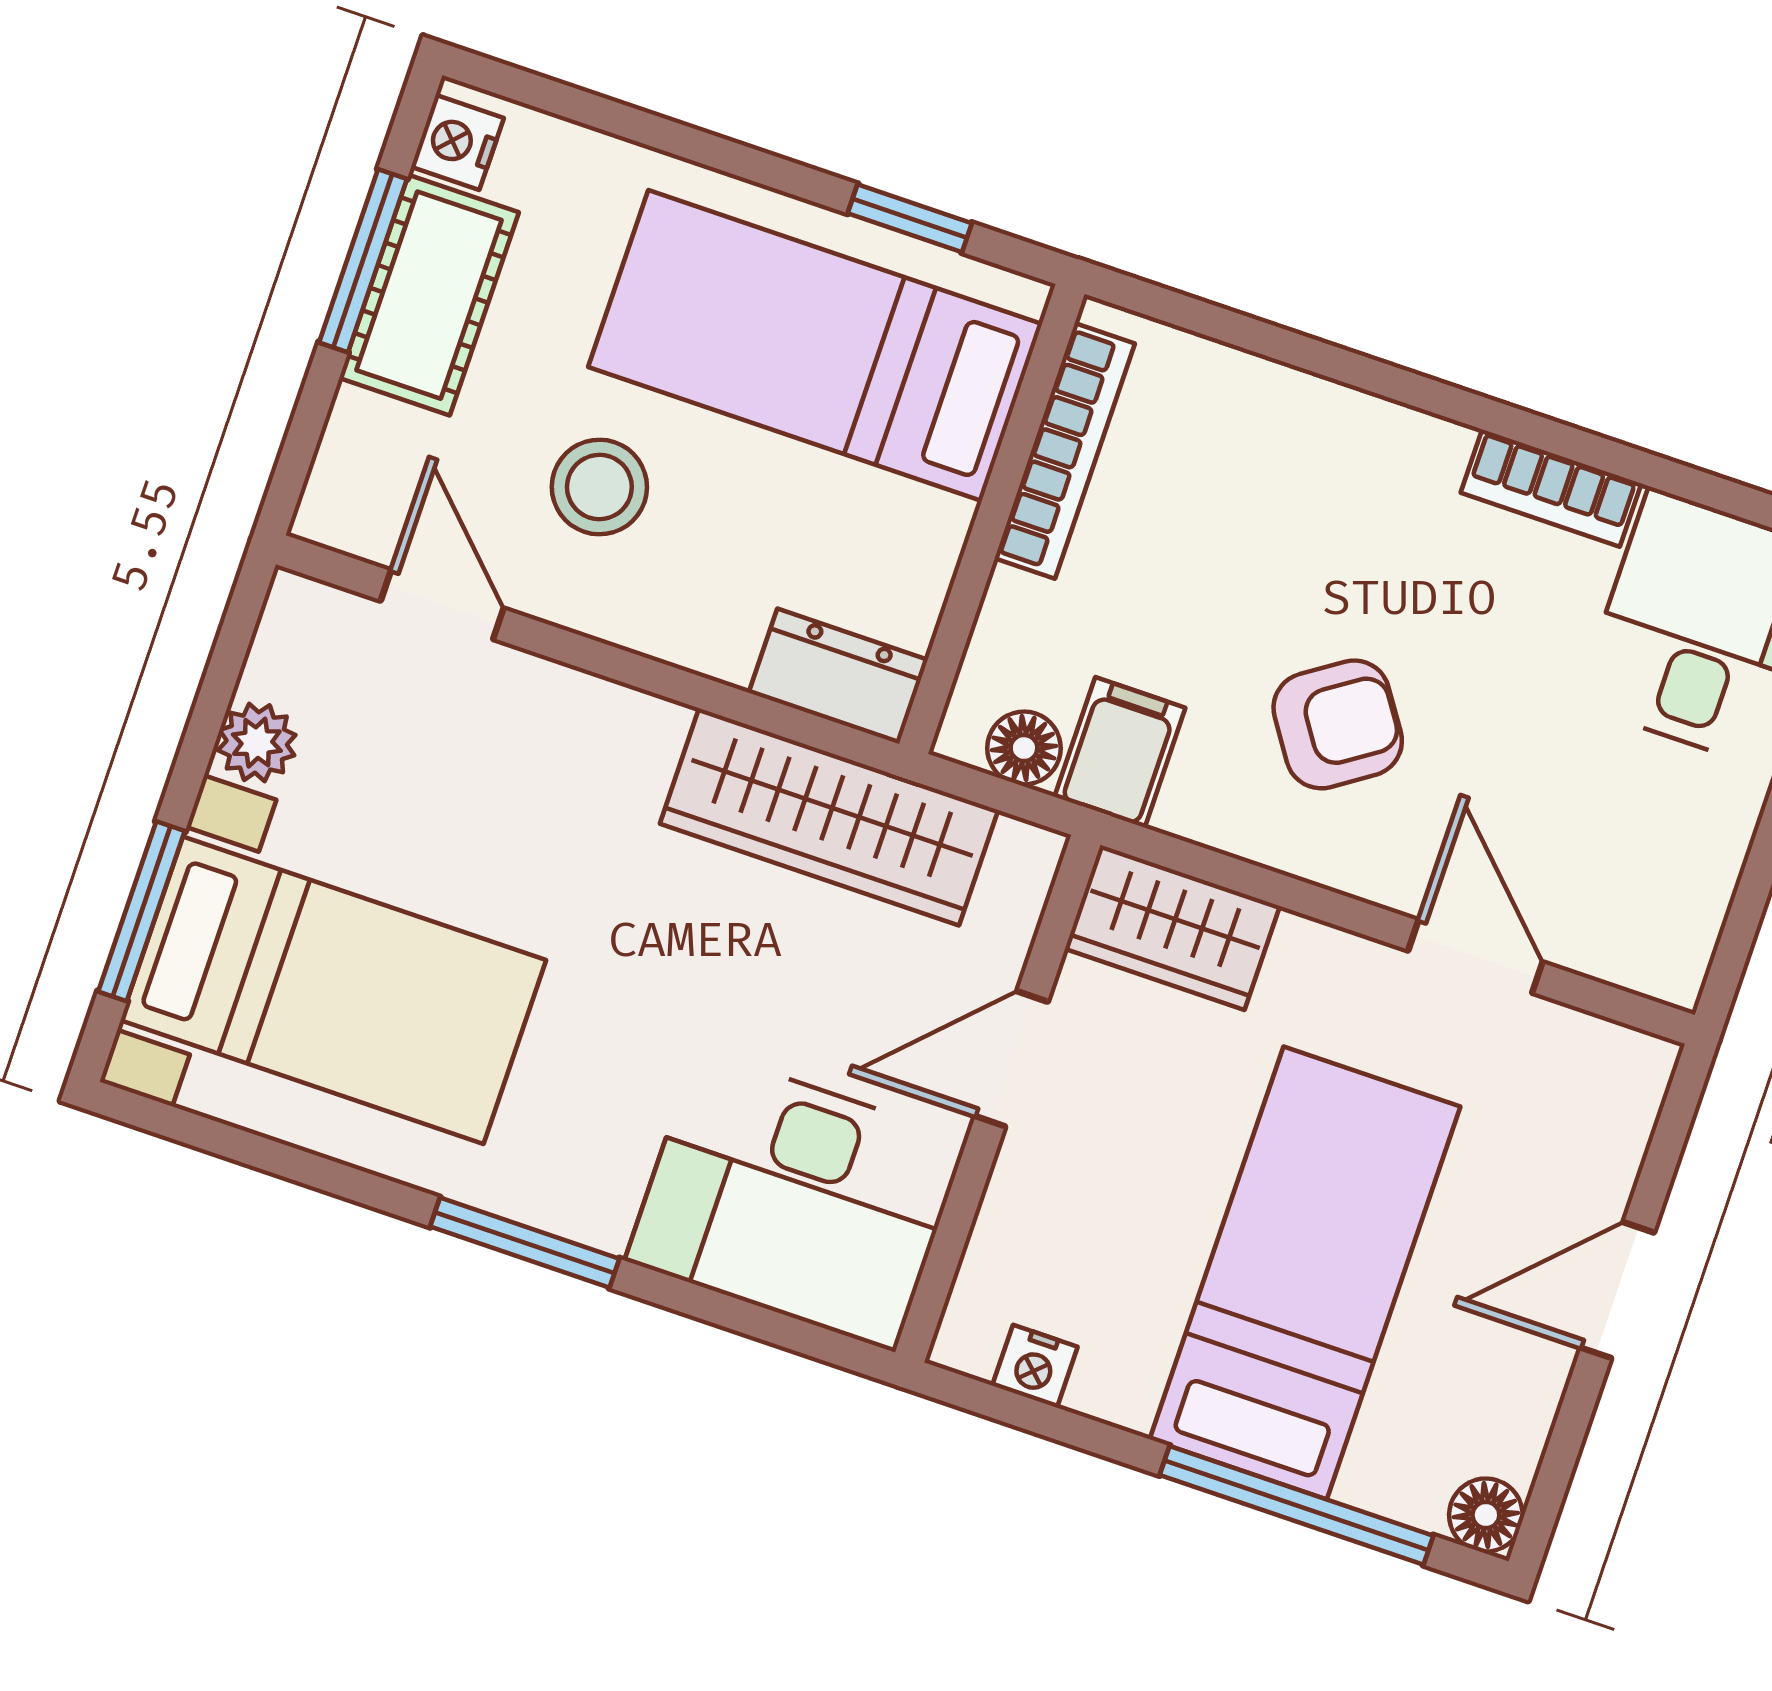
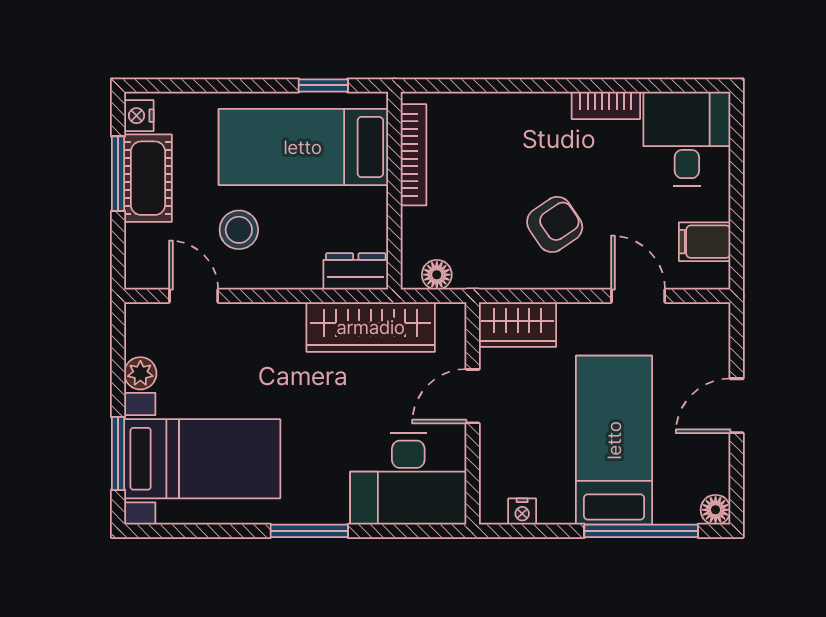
filing cabinet: (1120, 752) -> (705, 242), moved, turned -90

